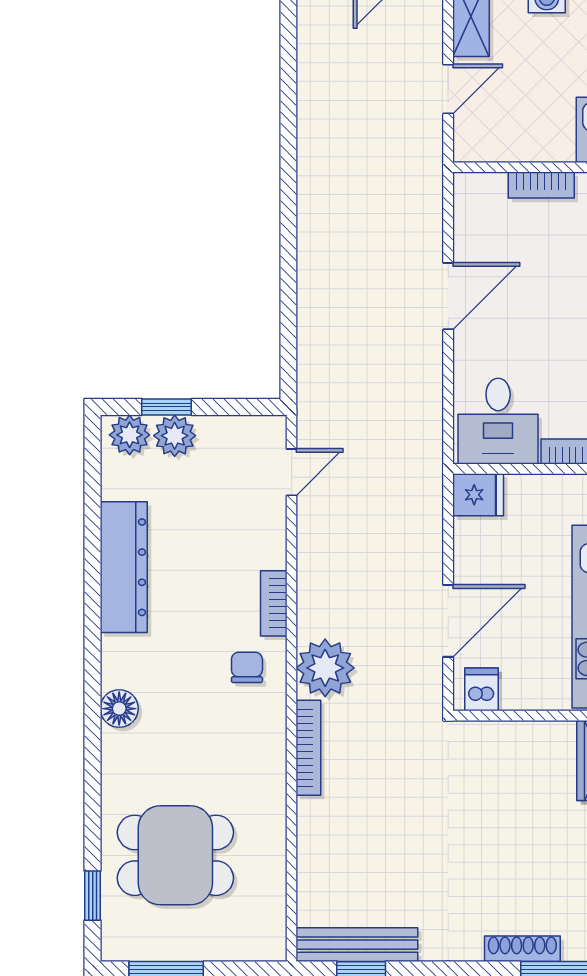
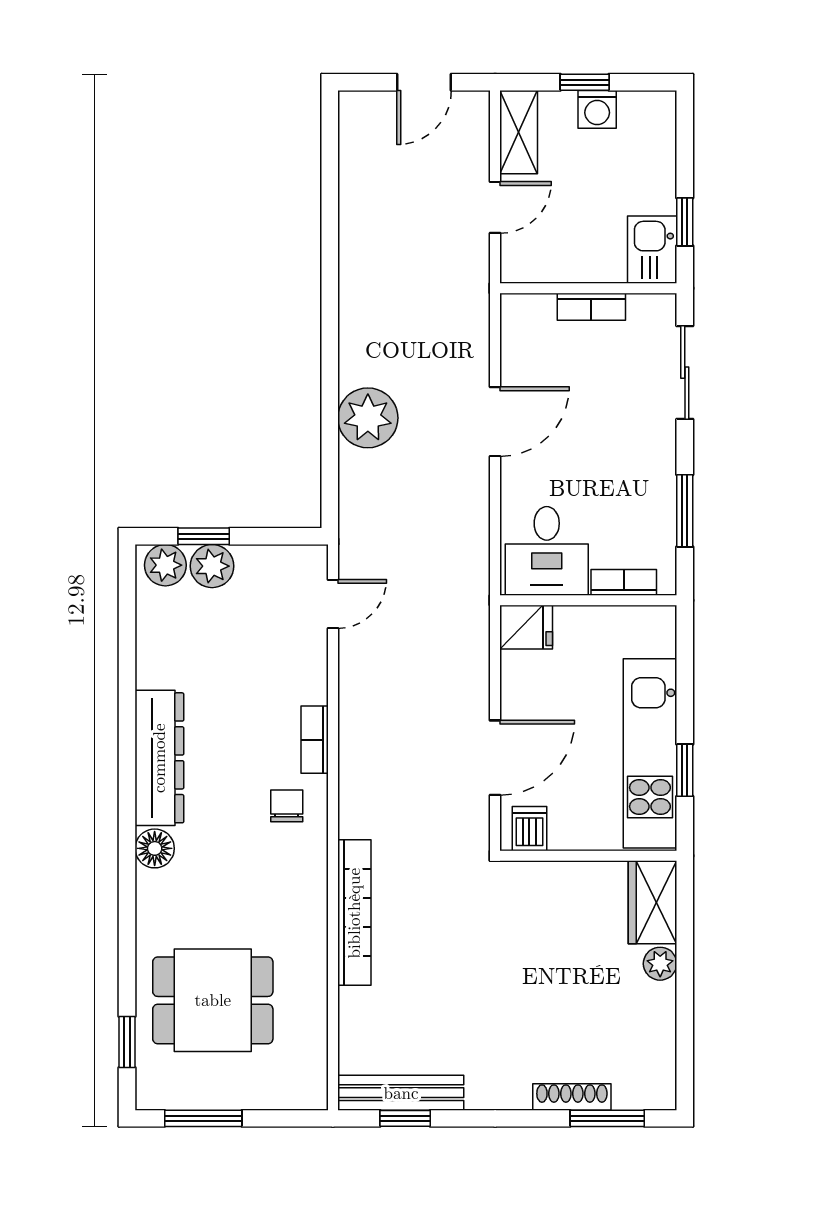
dresser: (124, 567) -> (159, 758), moved
plant: (325, 668) -> (368, 418), moved
bookcase: (308, 748) -> (354, 913), width x1.48, depth x1.31

